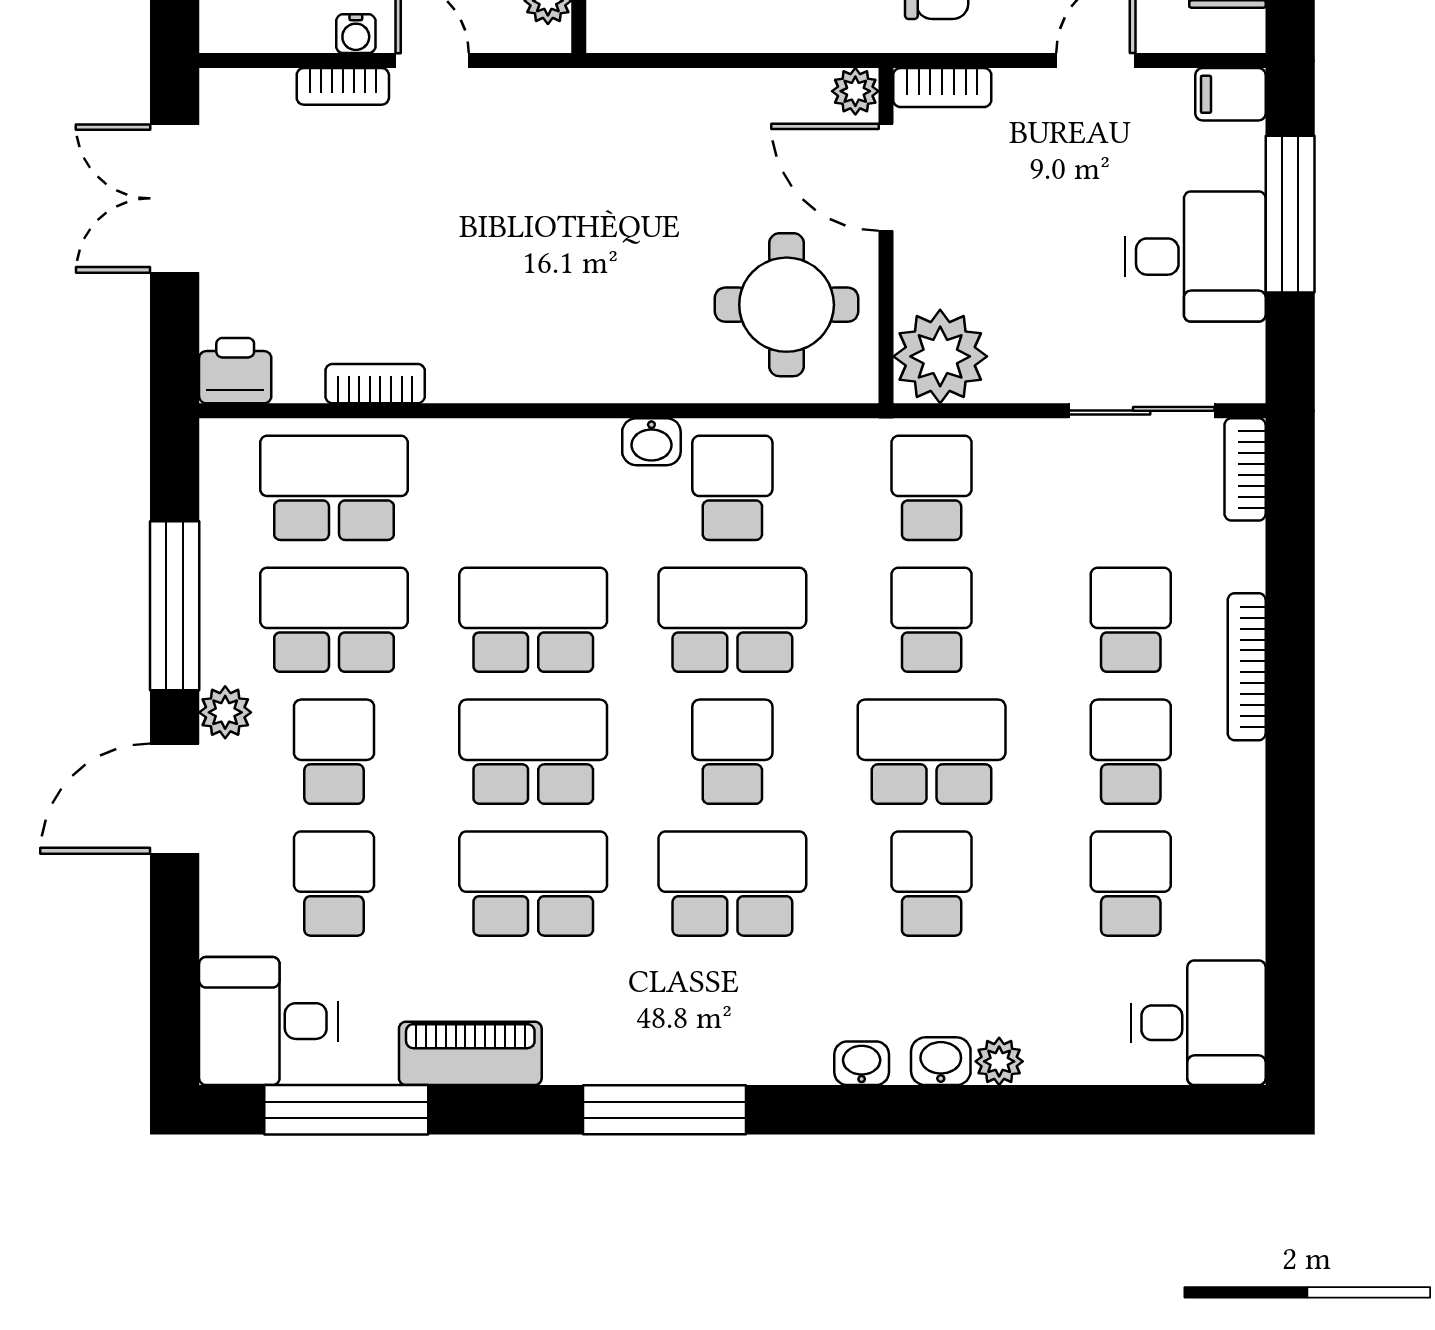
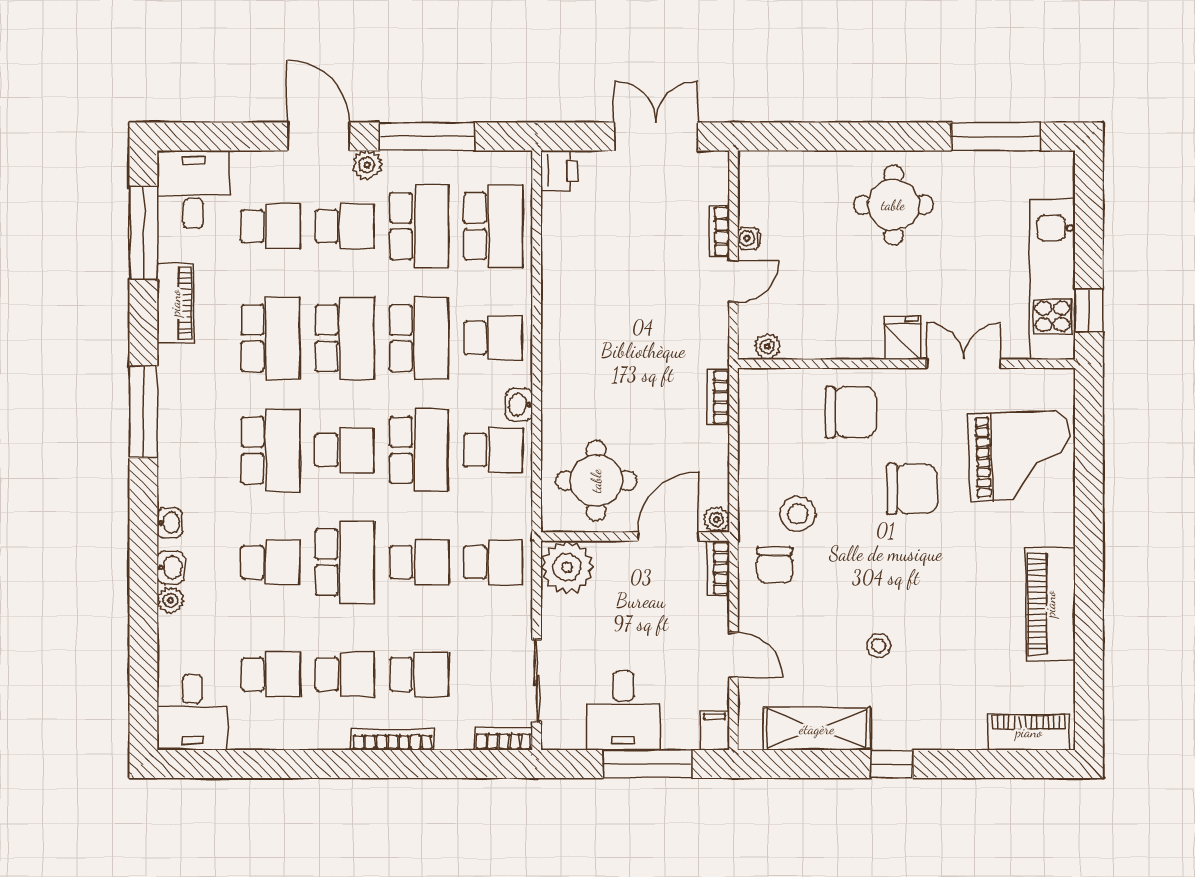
bookcase: (375, 384) -> (718, 397), moved, turned 180
school desk: (533, 488) -> (493, 338), added

